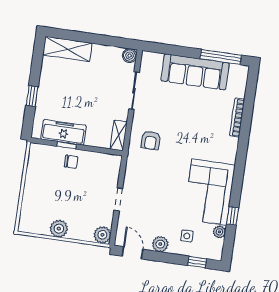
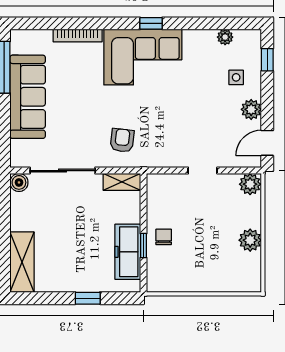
sliding door: (134, 91) -> (63, 171), width x1.37
armchair: (151, 140) -> (122, 140), turned -84
corner sofa: (209, 192) -> (143, 57), moved
window: (233, 216) -> (151, 23), moved

